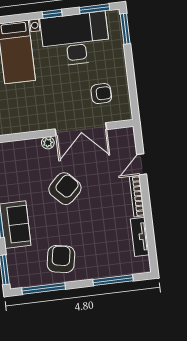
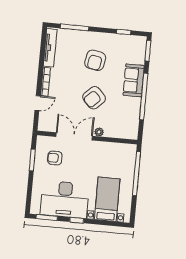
window: (125, 29) -> (32, 160), moved
tv unit: (140, 237) -> (50, 48), width x1.41
armchair: (61, 259) -> (95, 60), moved
window: (44, 289) -> (124, 32), width x0.46

